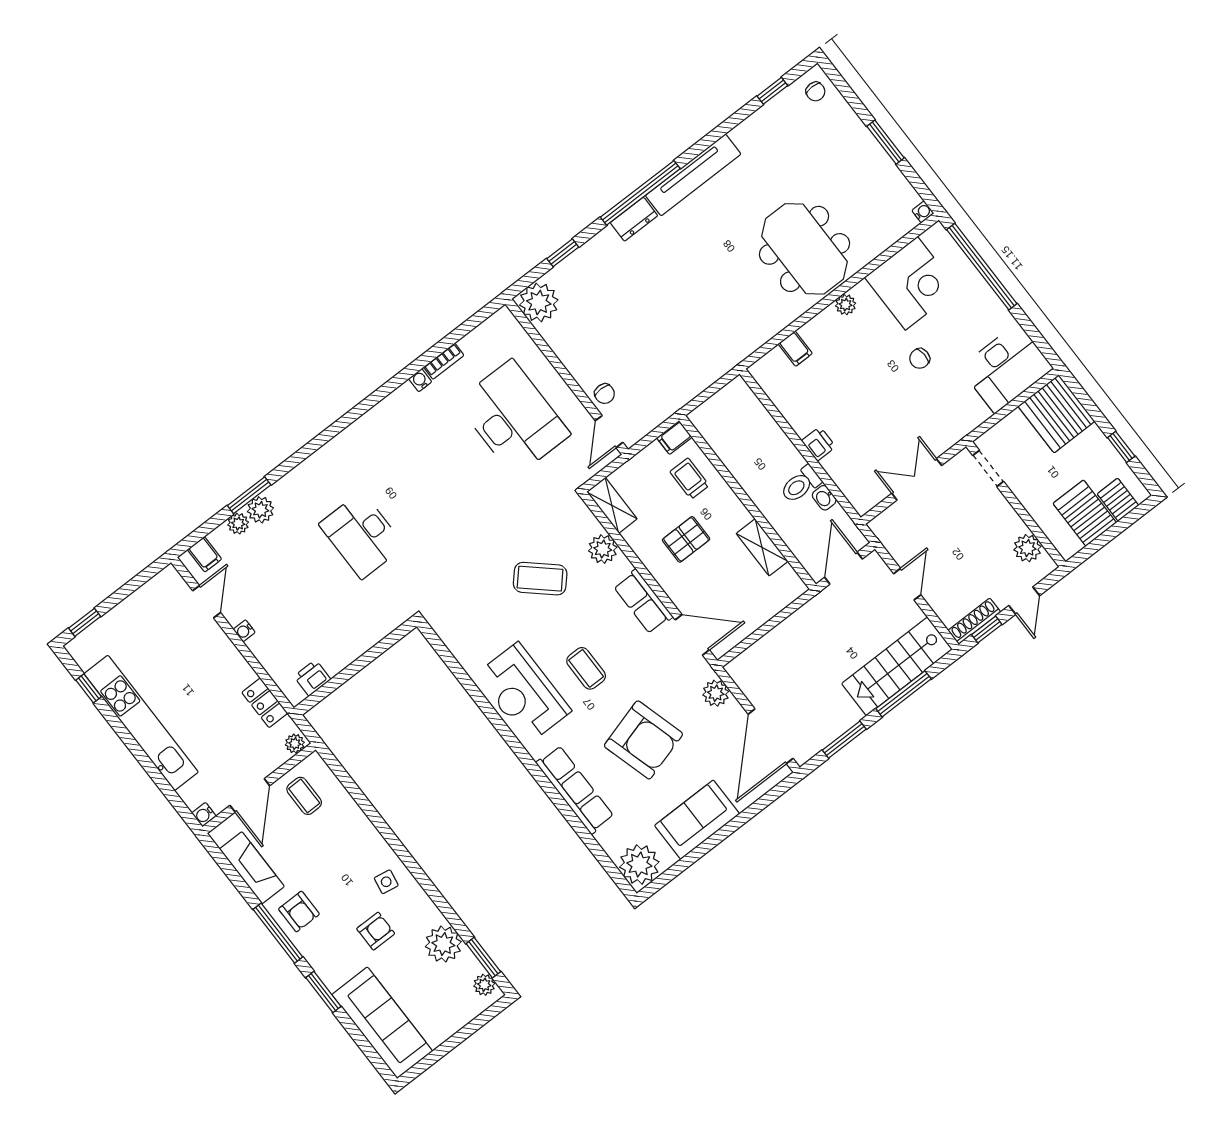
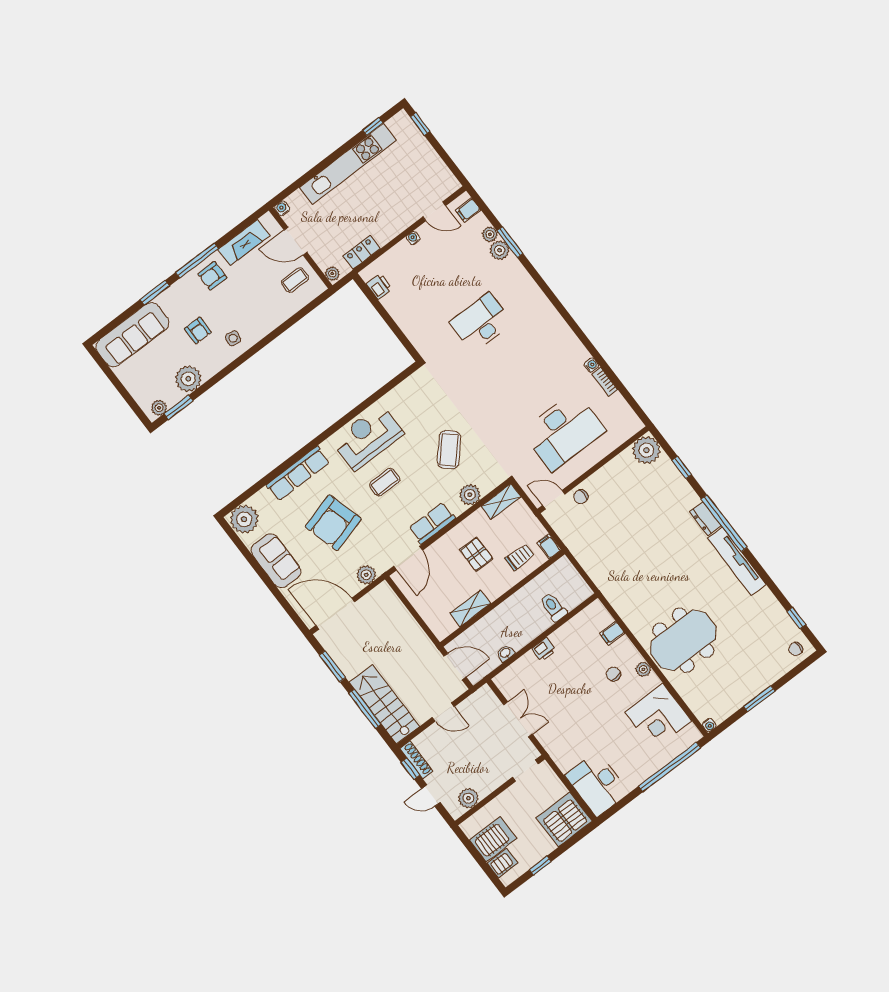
chair: (920, 358) -> (613, 674), moved
toilet: (801, 484) -> (553, 607), moved

